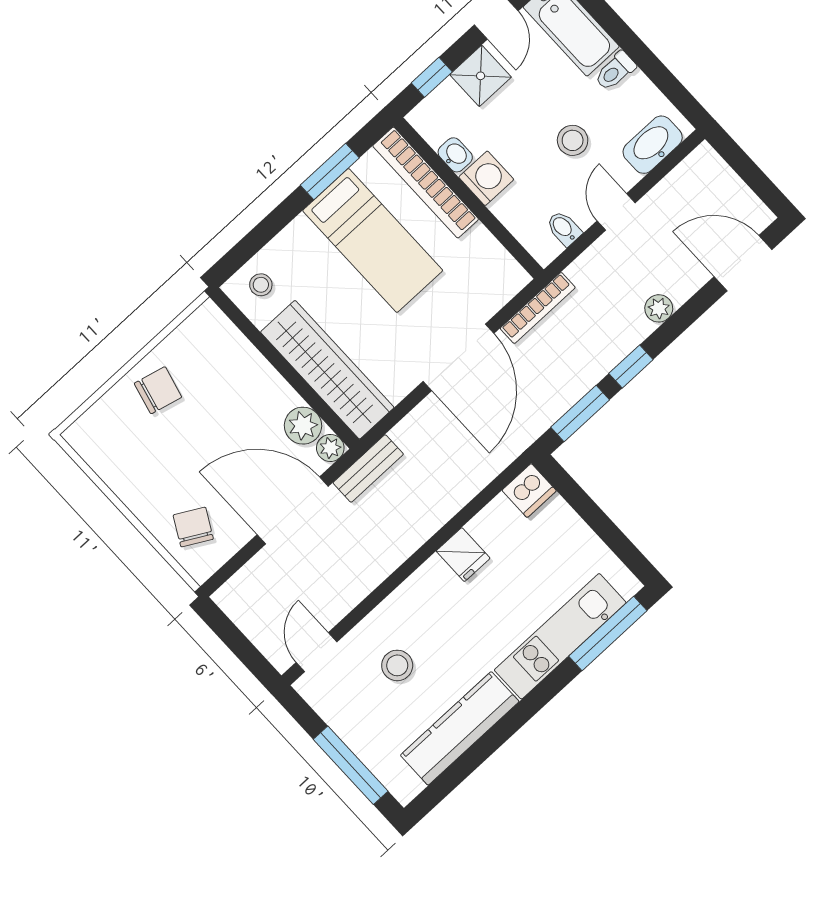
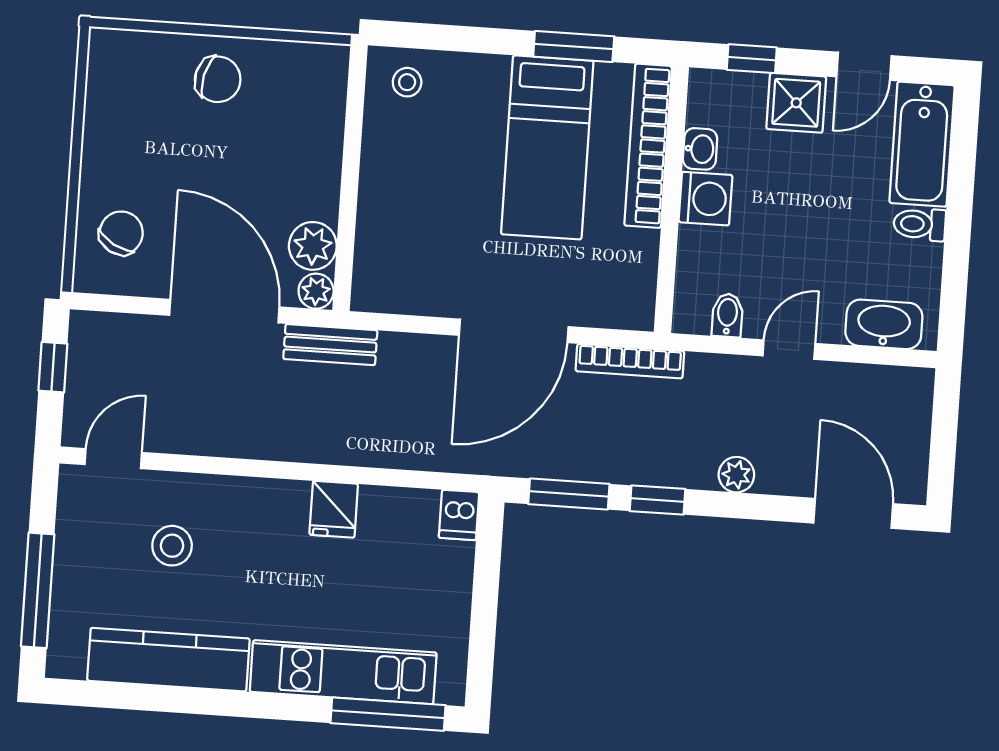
stool: (573, 140) -> (817, 246), removed
wardrobe: (327, 370) -> (386, 219), removed
dishwasher: (529, 491) -> (459, 515), width x0.73
window: (233, 637) -> (53, 367), added

